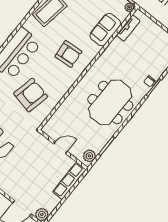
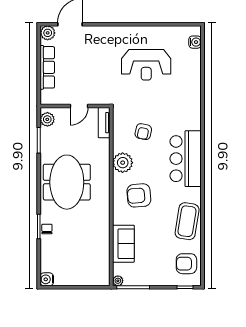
tv unit: (128, 28) -> (104, 123), moved
plant: (62, 85) -> (123, 163), added
armchair: (31, 95) -> (143, 132), width x0.53, depth x0.53
row of seats: (69, 181) -> (47, 67), moved

